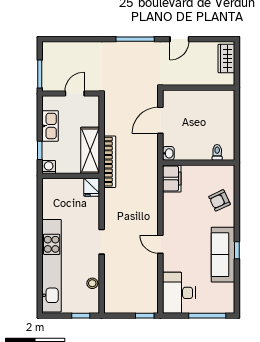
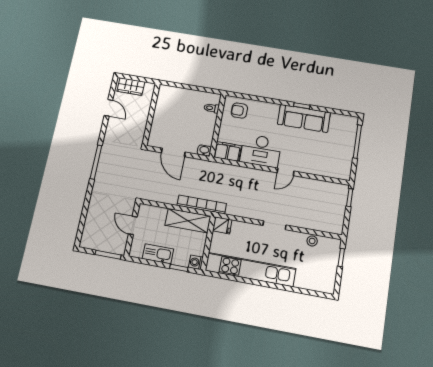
door: (179, 39) -> (108, 108), moved
armchair: (219, 200) -> (239, 111), moved, turned 115
kitchen unit: (52, 266) -> (250, 270), moved
desk: (179, 293) -> (261, 151), moved

